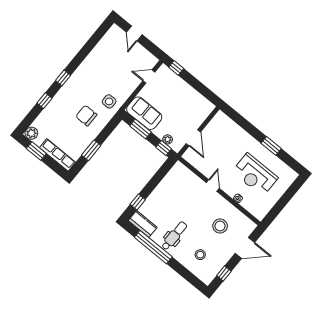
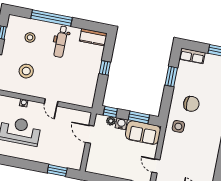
door: (149, 77) -> (156, 166), swing flipped
water cooler: (160, 132) -> (121, 124), added
window: (271, 146) -> (57, 170), moved
row of seats: (58, 155) -> (192, 56), width x0.68
window: (138, 202) -> (105, 68), moved
window: (153, 247) -> (52, 18), moved

